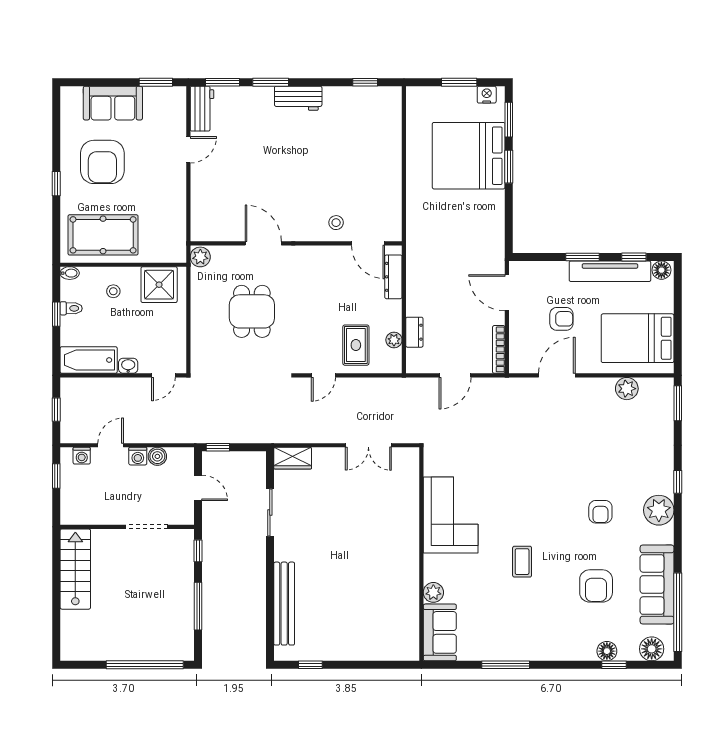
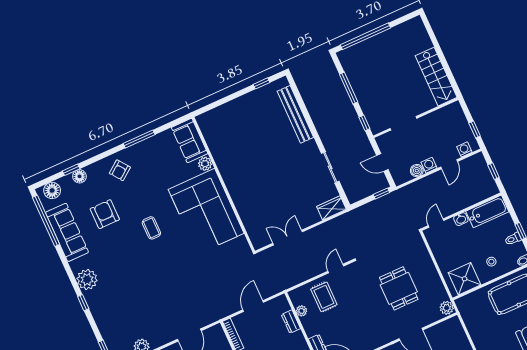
armchair: (600, 512) -> (120, 170), moved, turned -127
corner sofa: (451, 515) -> (206, 211), width x1.36, depth x1.36
coffee table: (522, 562) -> (151, 228), moved

